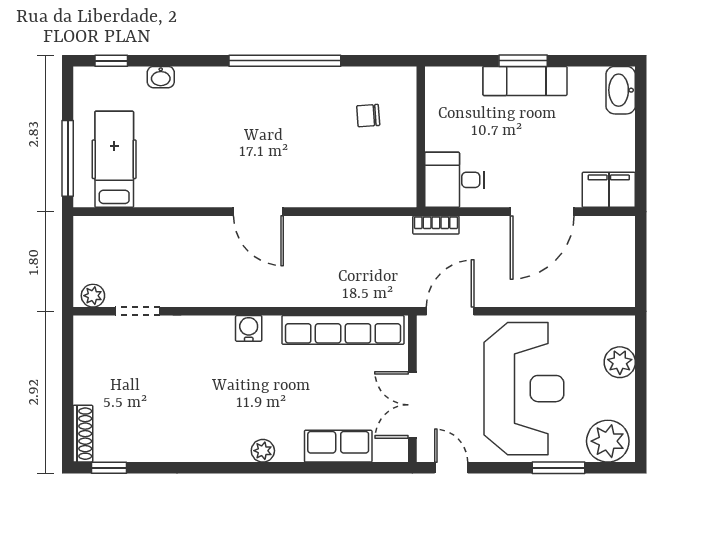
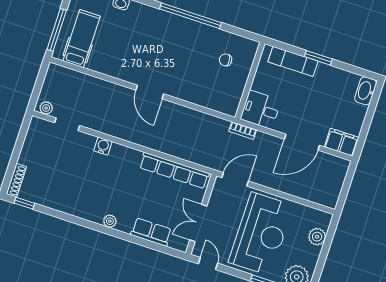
exam couch: (525, 81) -> (293, 61), moved
water cooler: (249, 328) -> (103, 146), moved

